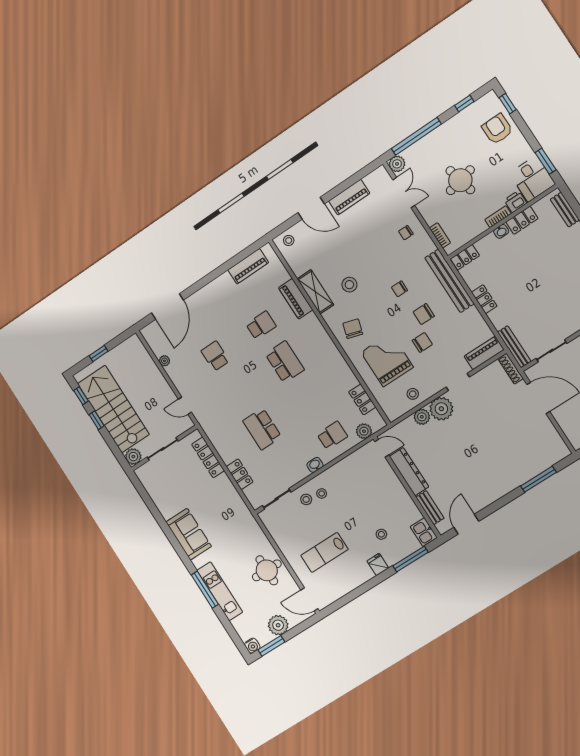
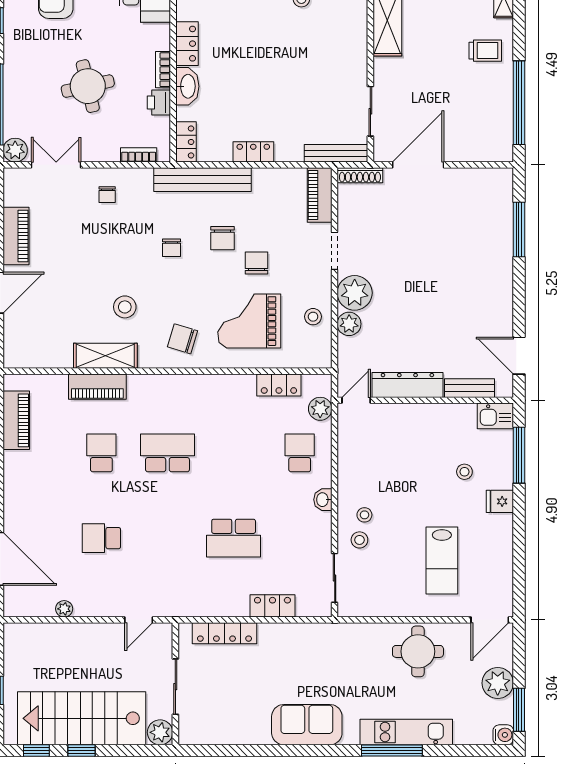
printer: (515, 202) -> (159, 102), moved
washbasin: (501, 231) -> (187, 86), width x1.91, depth x1.45
stool: (289, 240) -> (19, 347), removed

